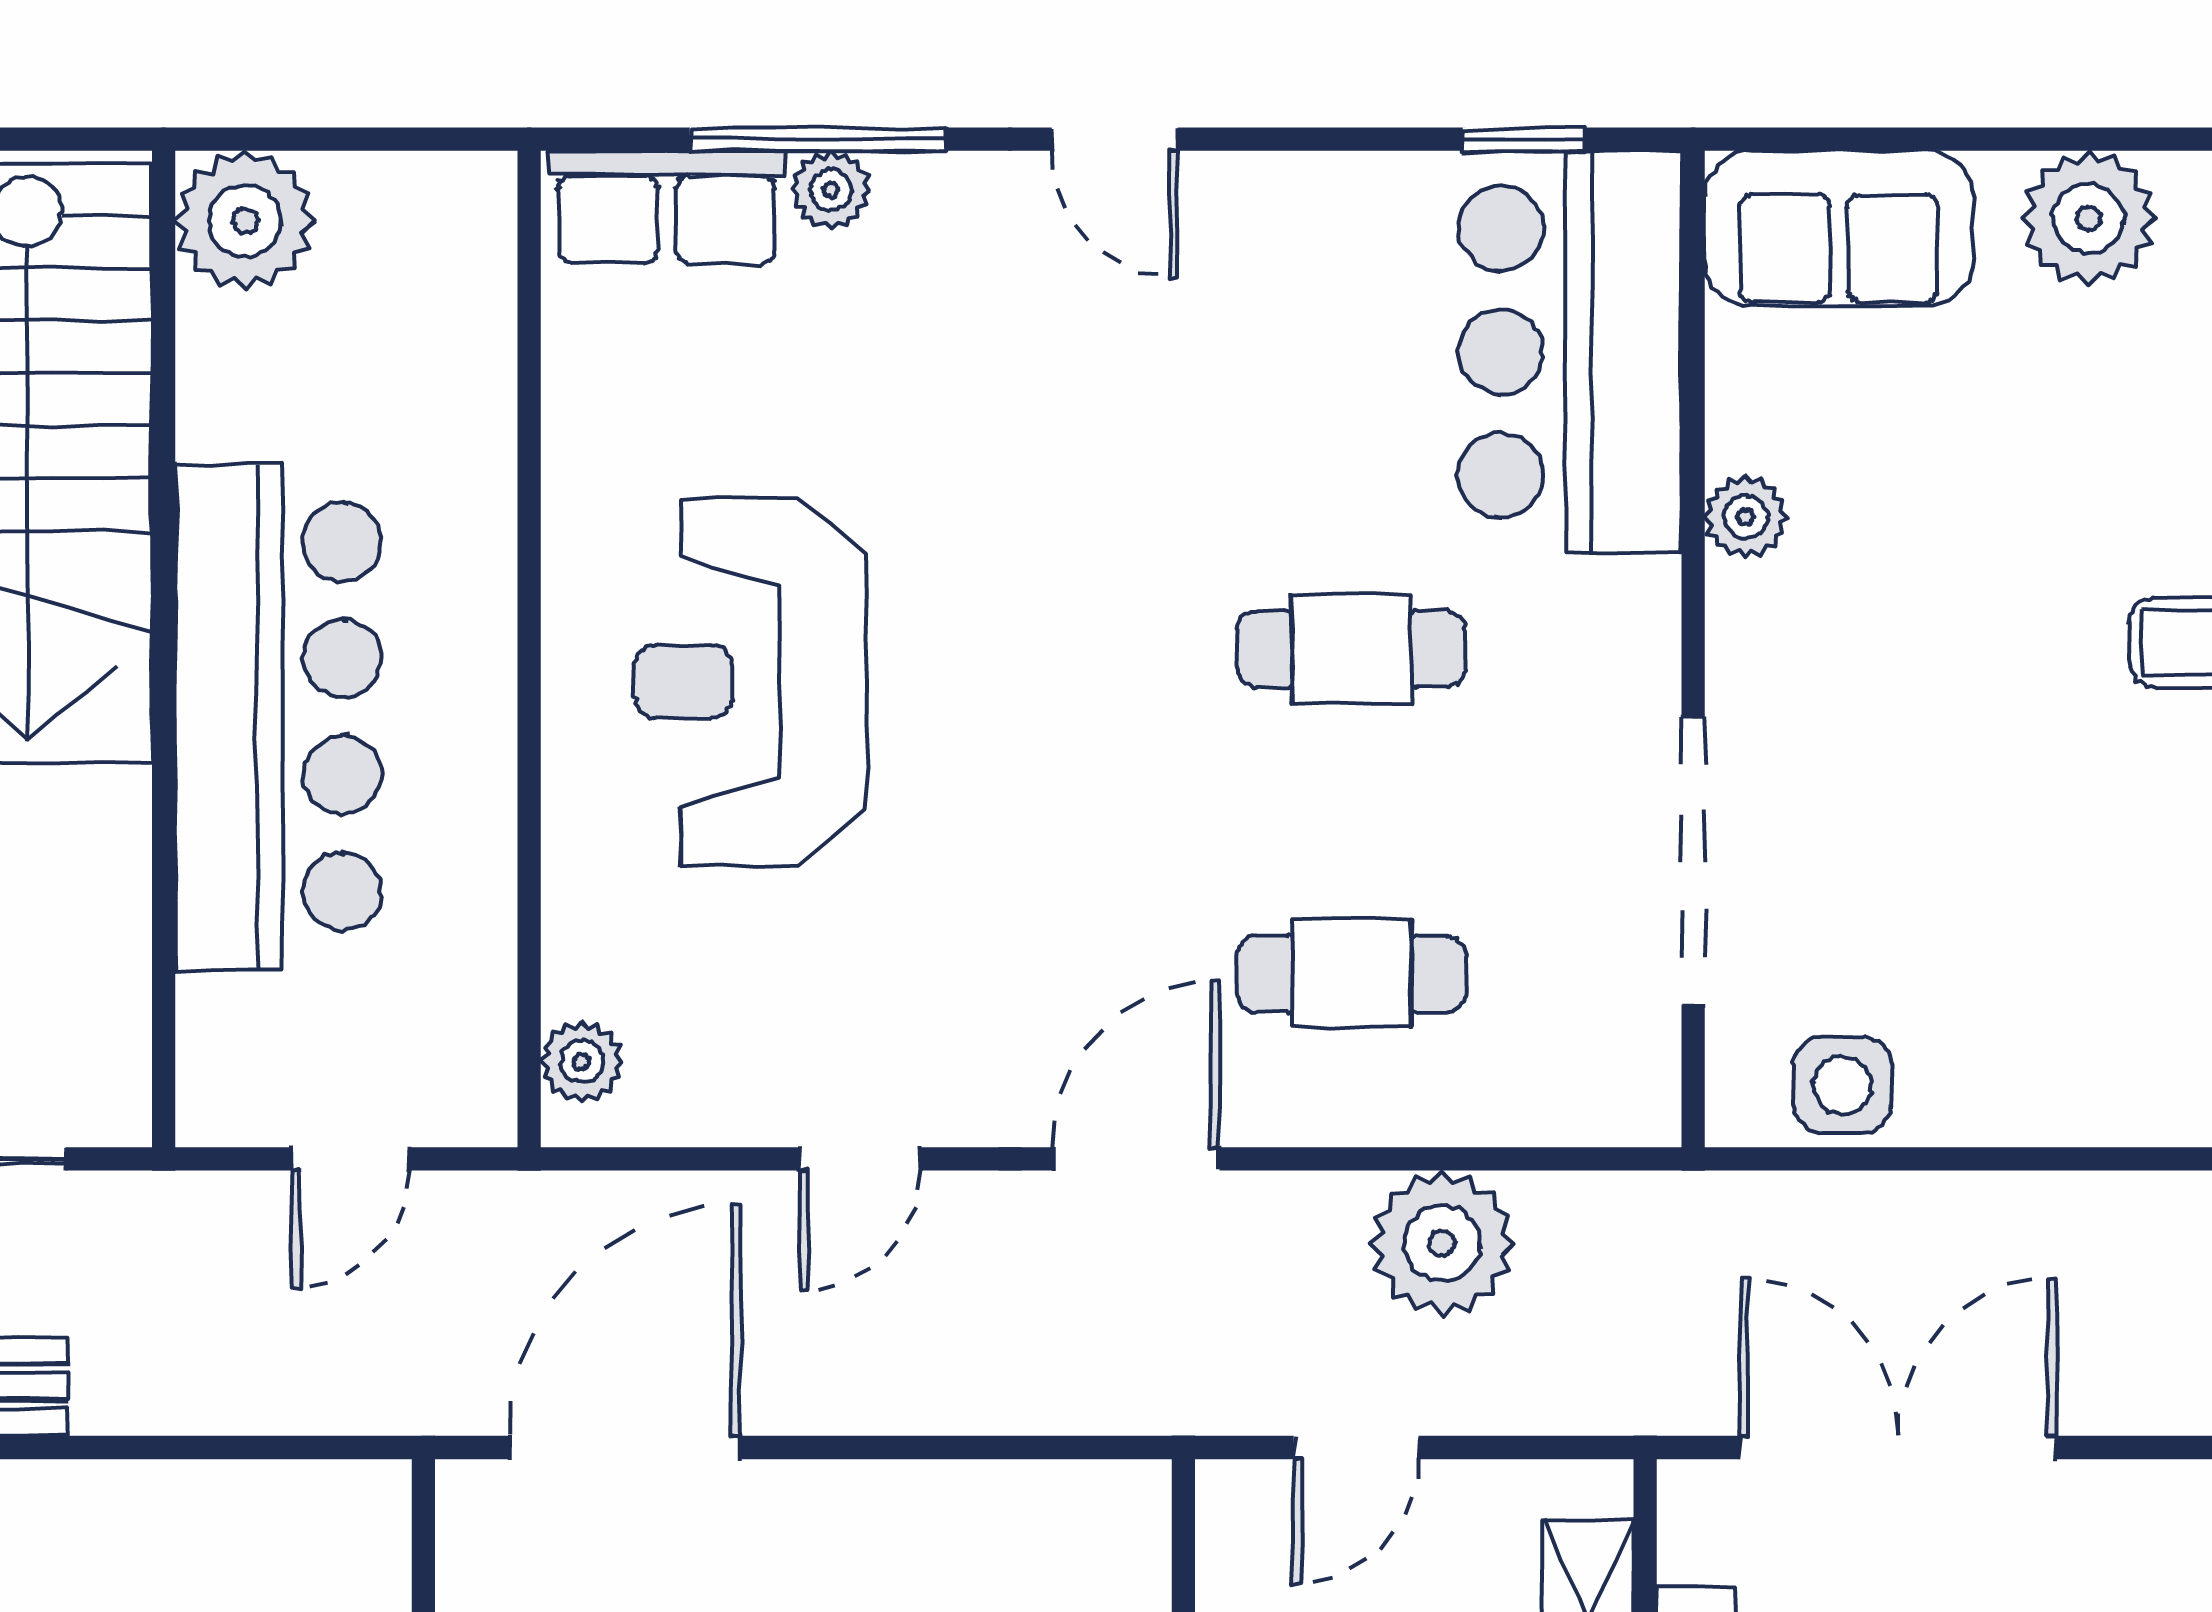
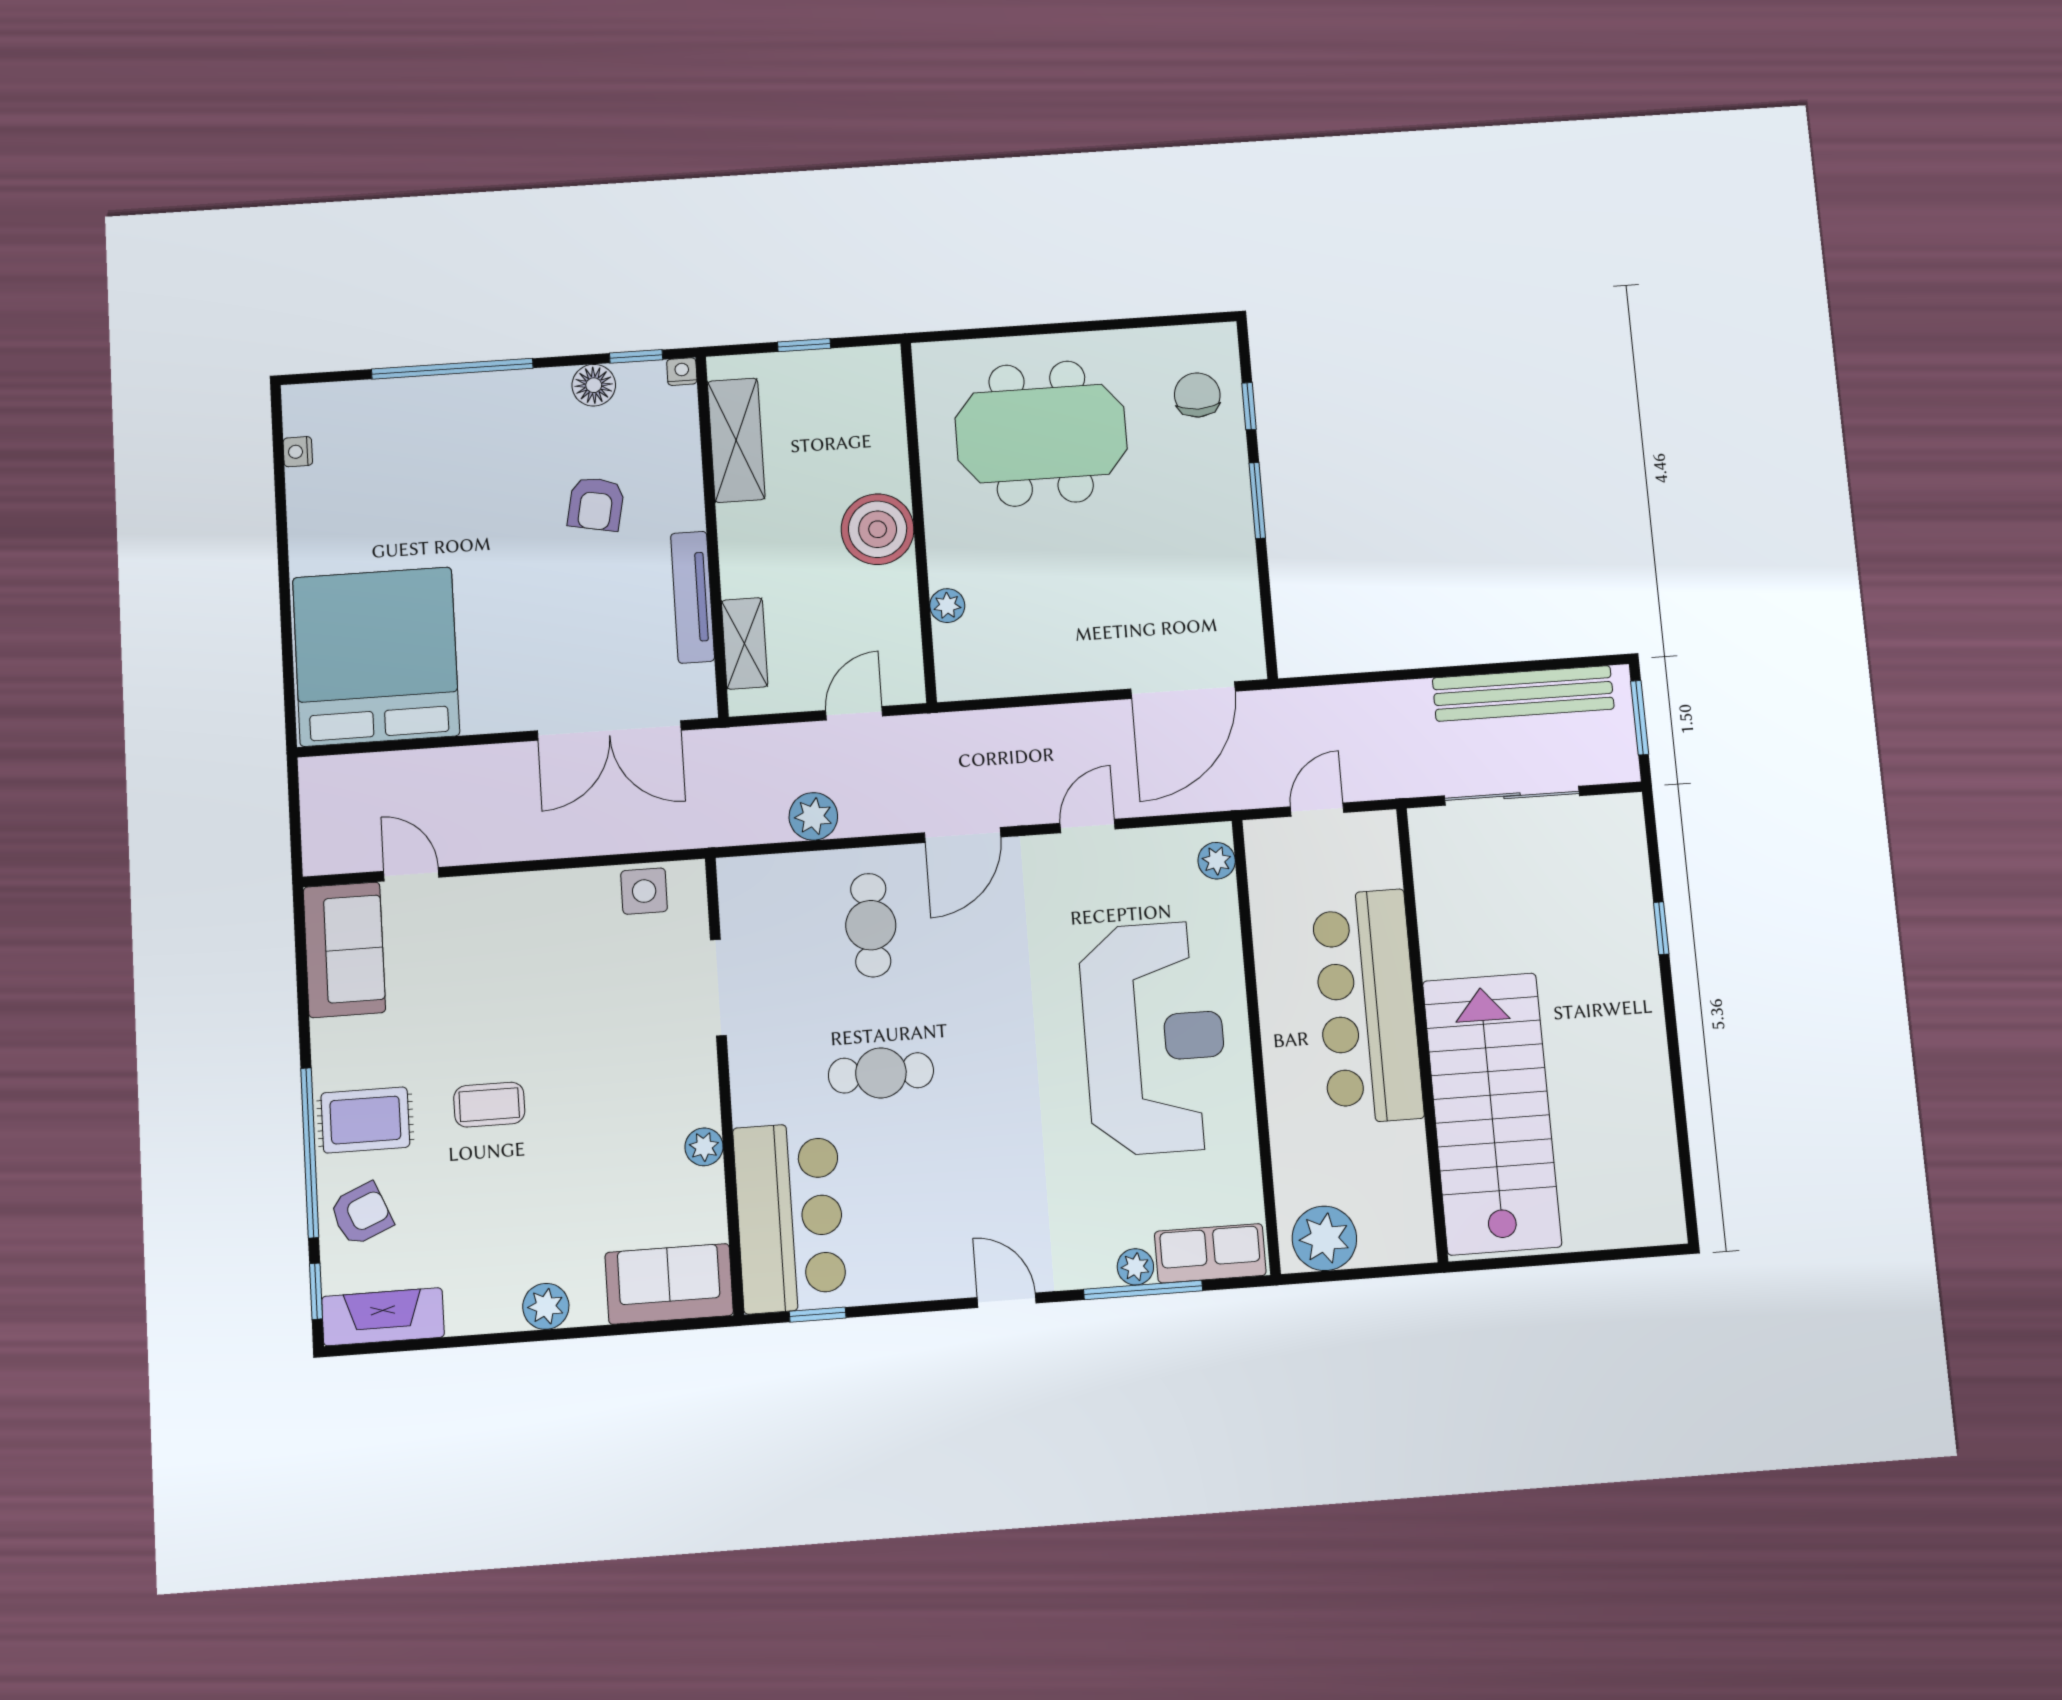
plant: (2088, 218) -> (546, 1306), width x0.73, depth x0.73
plant: (245, 221) -> (1324, 1238), moved
reception desk: (751, 681) -> (1154, 1038), width x1.36, depth x1.30
doorway: (1693, 861) -> (718, 988), width x0.73
cafe table: (1352, 974) -> (871, 925), turned 90
plant: (1442, 1243) -> (813, 816), width x0.73, depth x0.73

